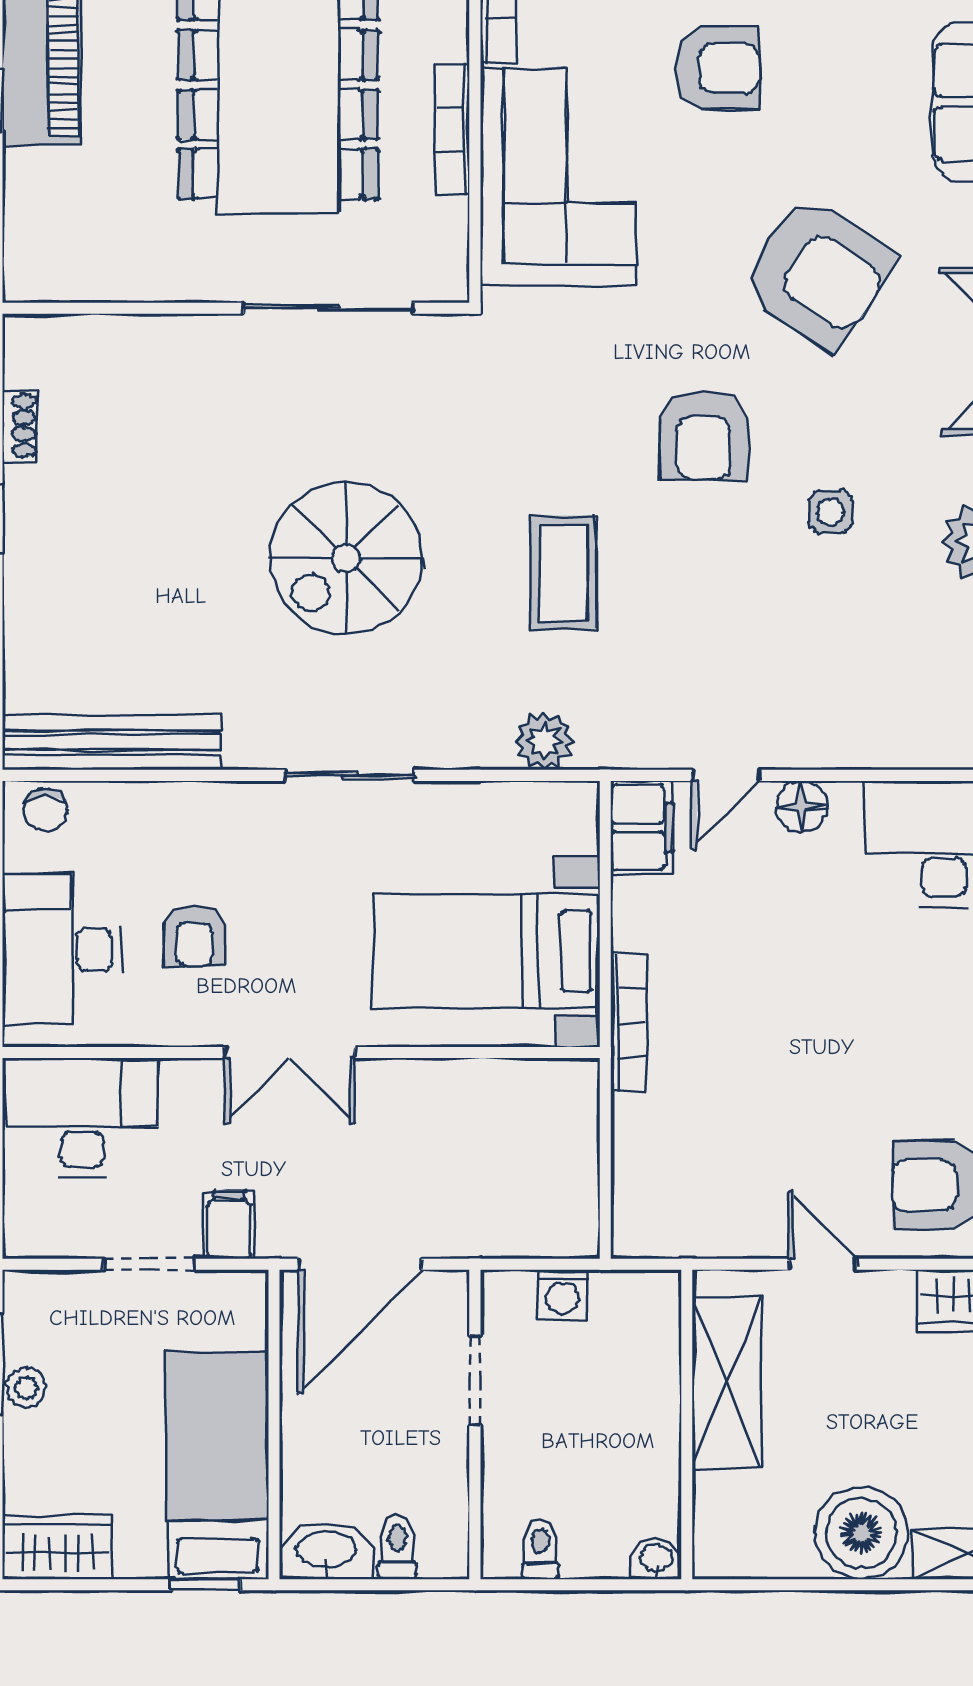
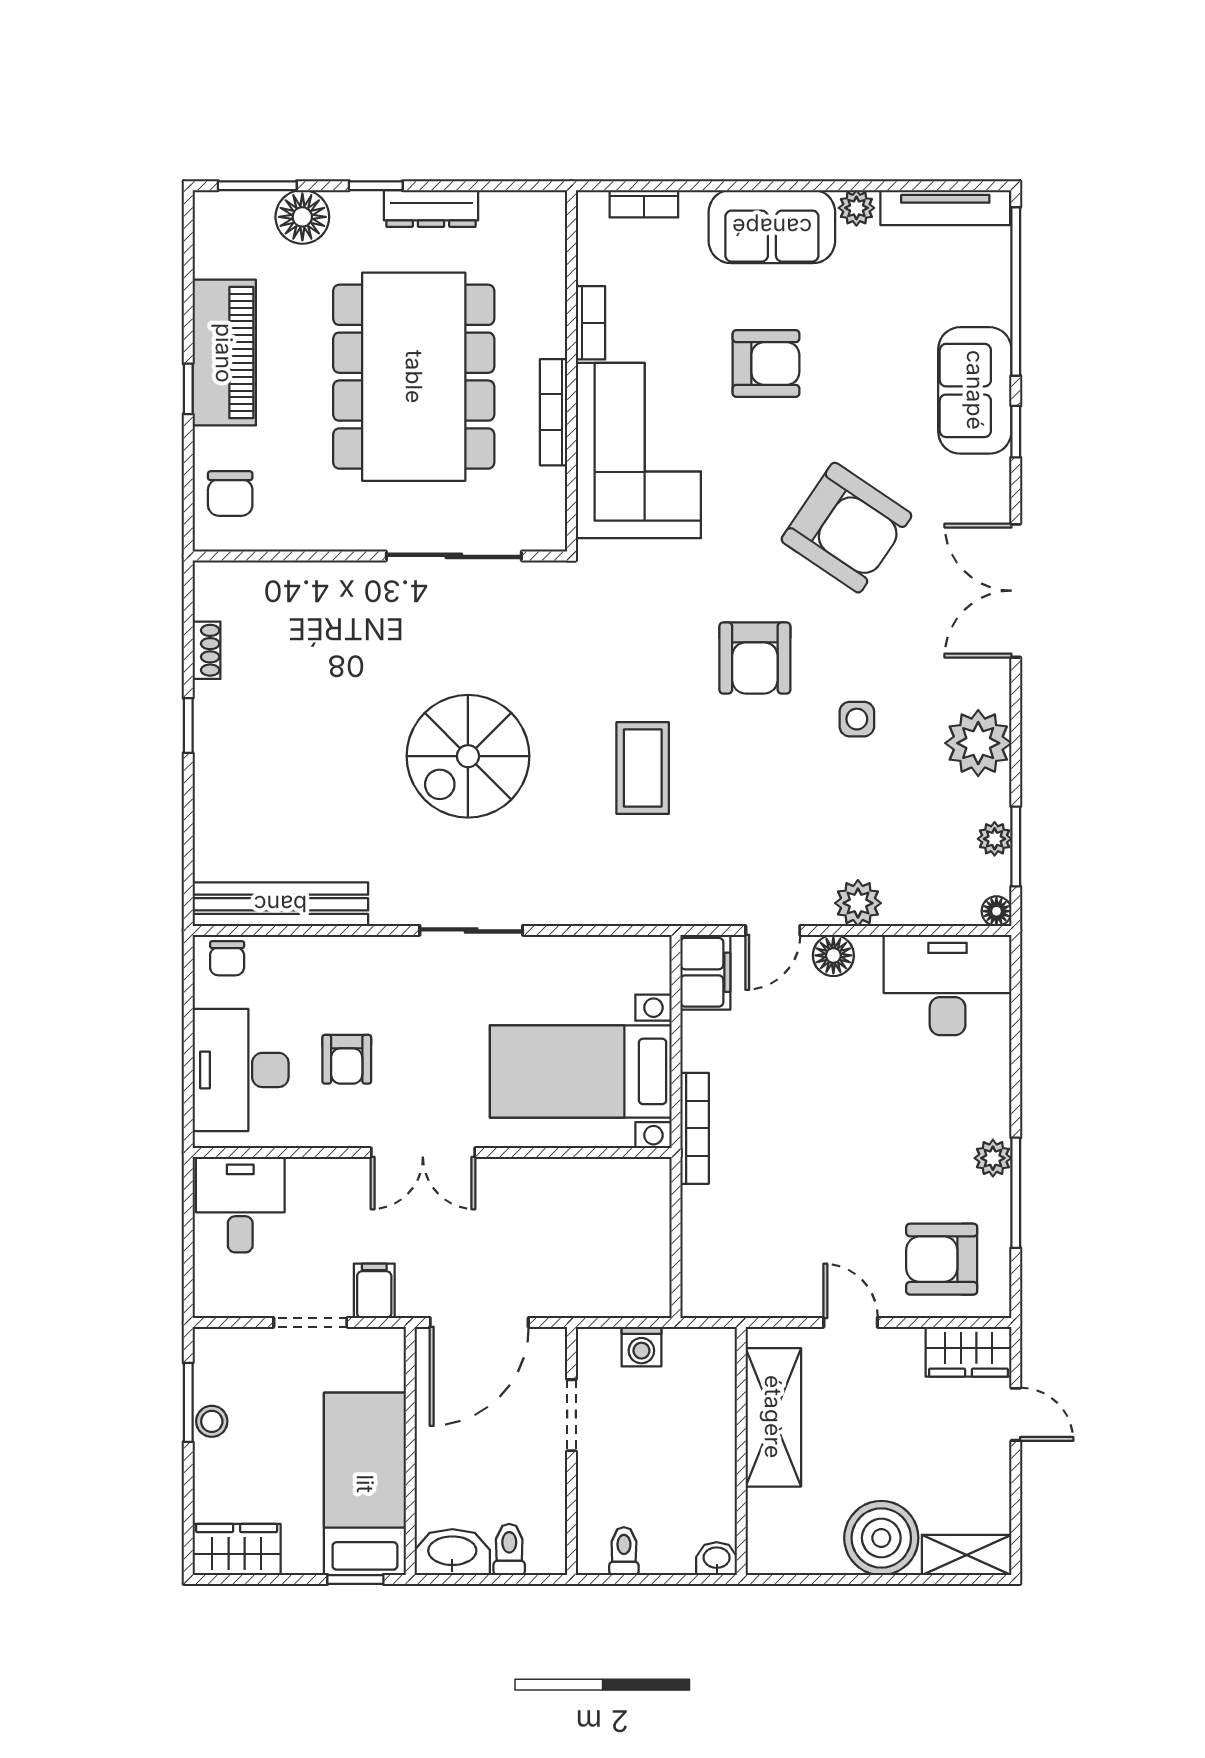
chair: (49, 230) -> (230, 493), added
plant: (544, 741) -> (858, 903), moved
desk: (82, 1117) -> (240, 1205), width x0.73

